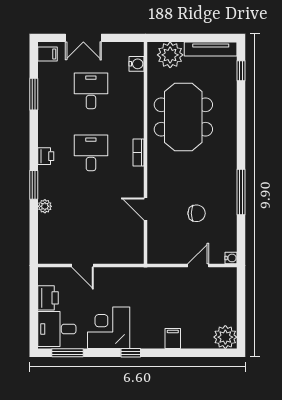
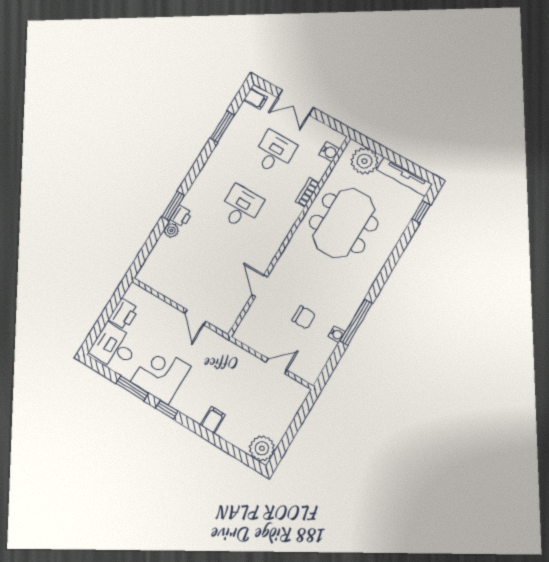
bookcase: (138, 152) -> (307, 192), moved
printer: (46, 156) -> (181, 216), moved
water cooler: (231, 258) -> (337, 334), moved
door: (83, 266) -> (195, 317), moved
window: (68, 353) -> (132, 388), moved

